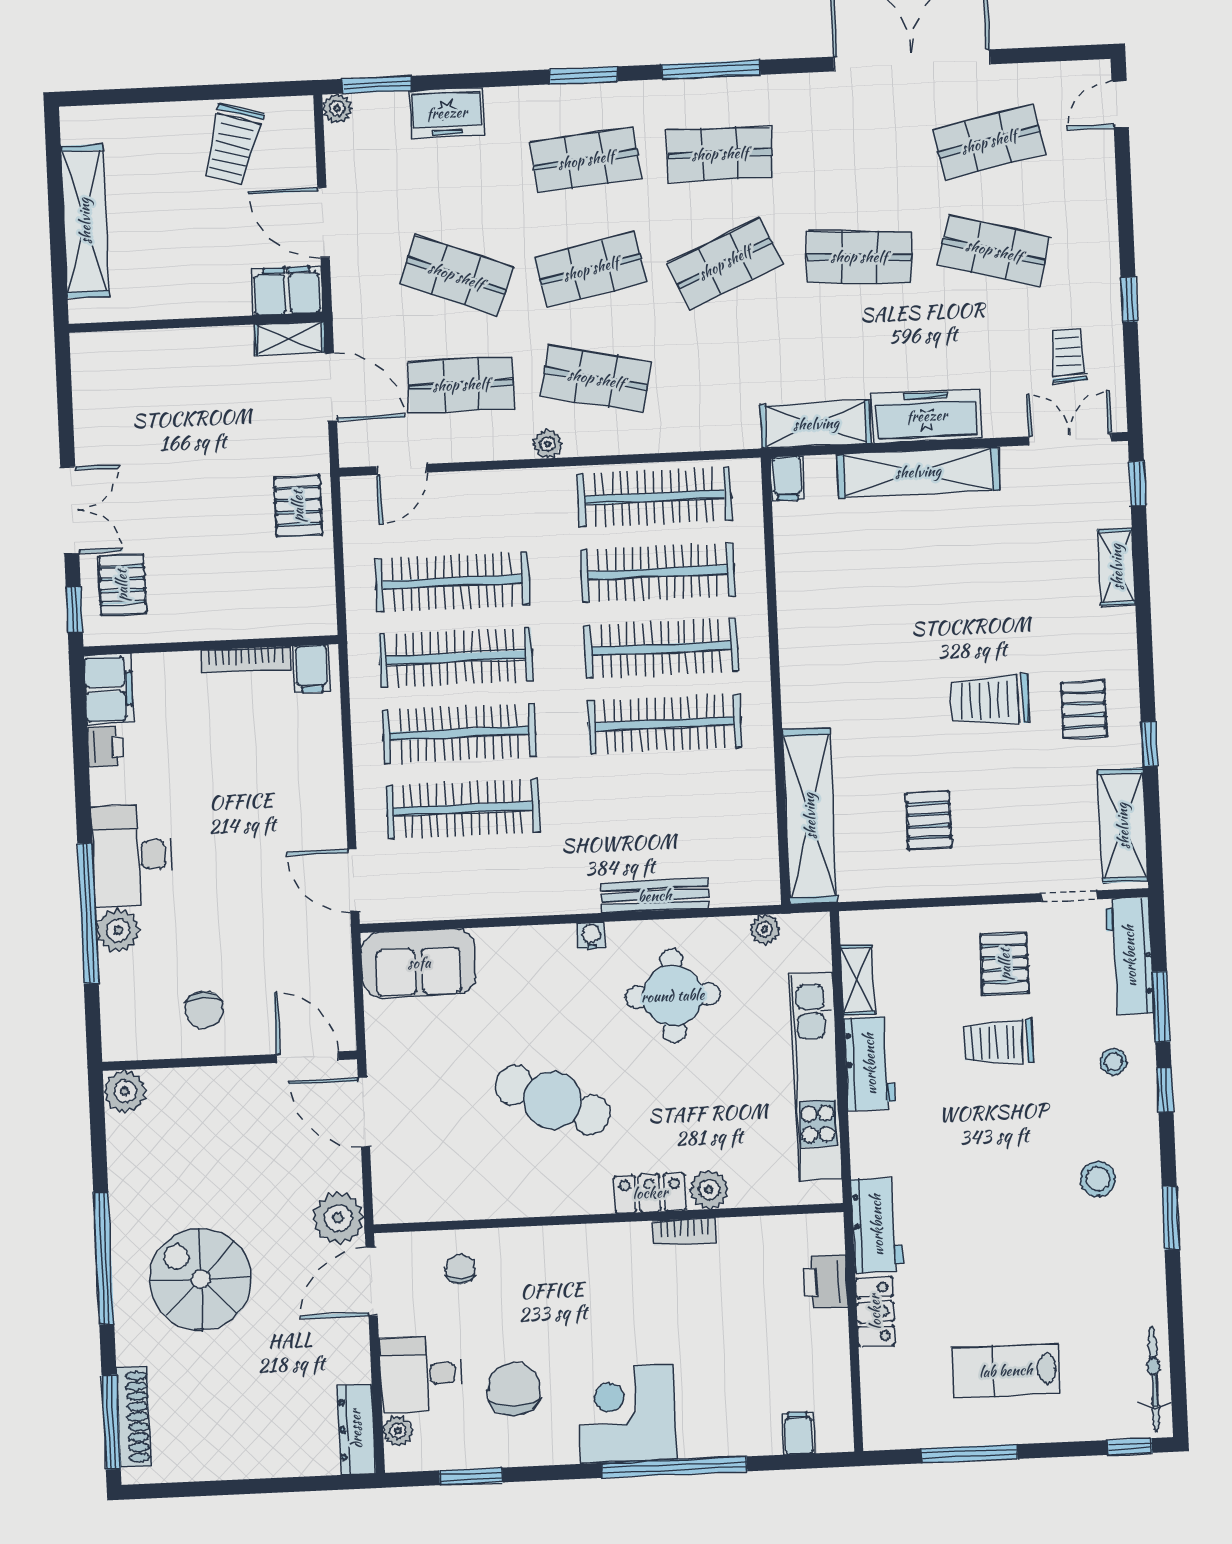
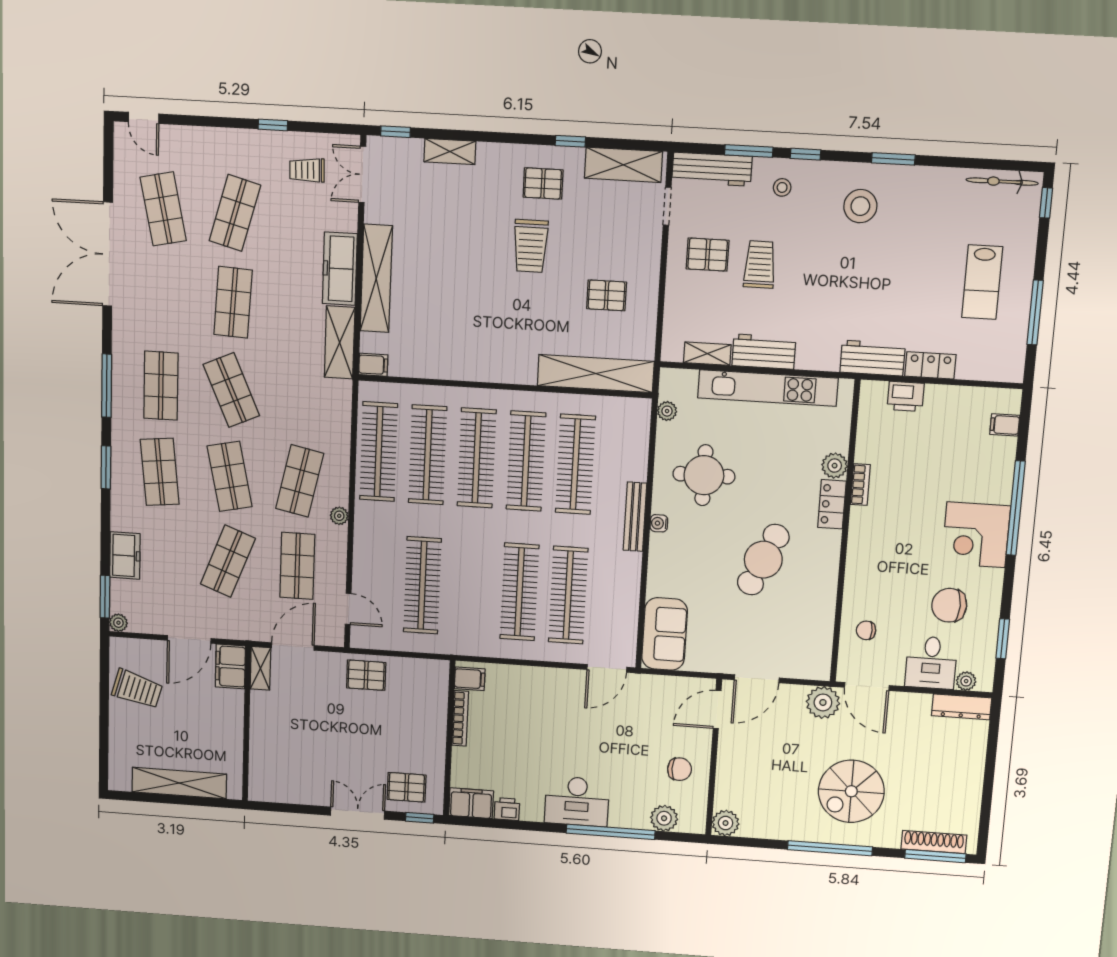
clothes rail: (456, 658) -> (575, 464), moved
bench: (655, 896) -> (635, 517), moved
plant: (118, 930) -> (664, 818), moved
trolley: (998, 1042) -> (760, 265), turned 180
stool: (1098, 1179) -> (860, 206), width x1.38, depth x1.38

